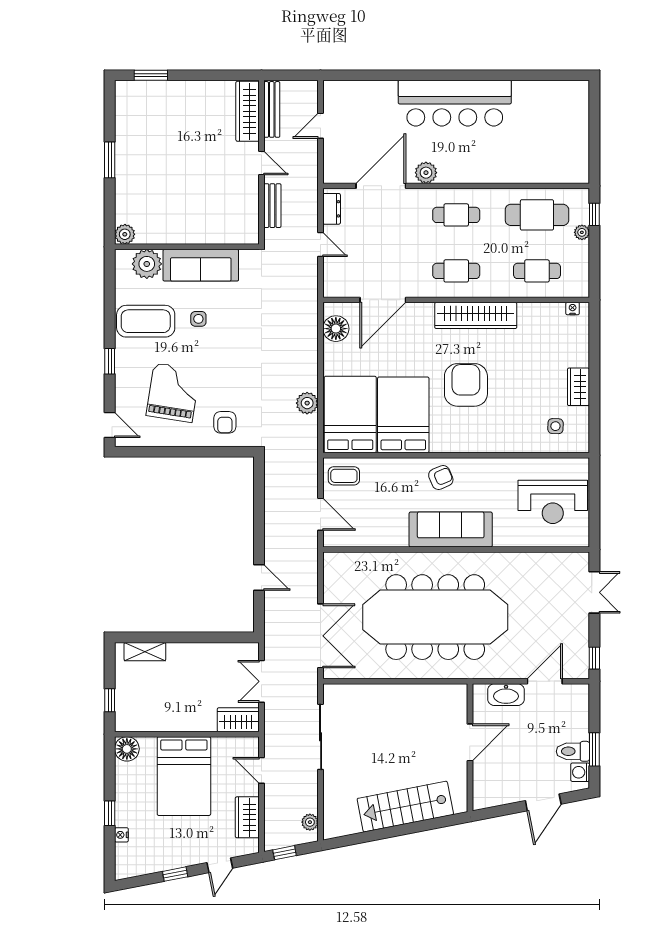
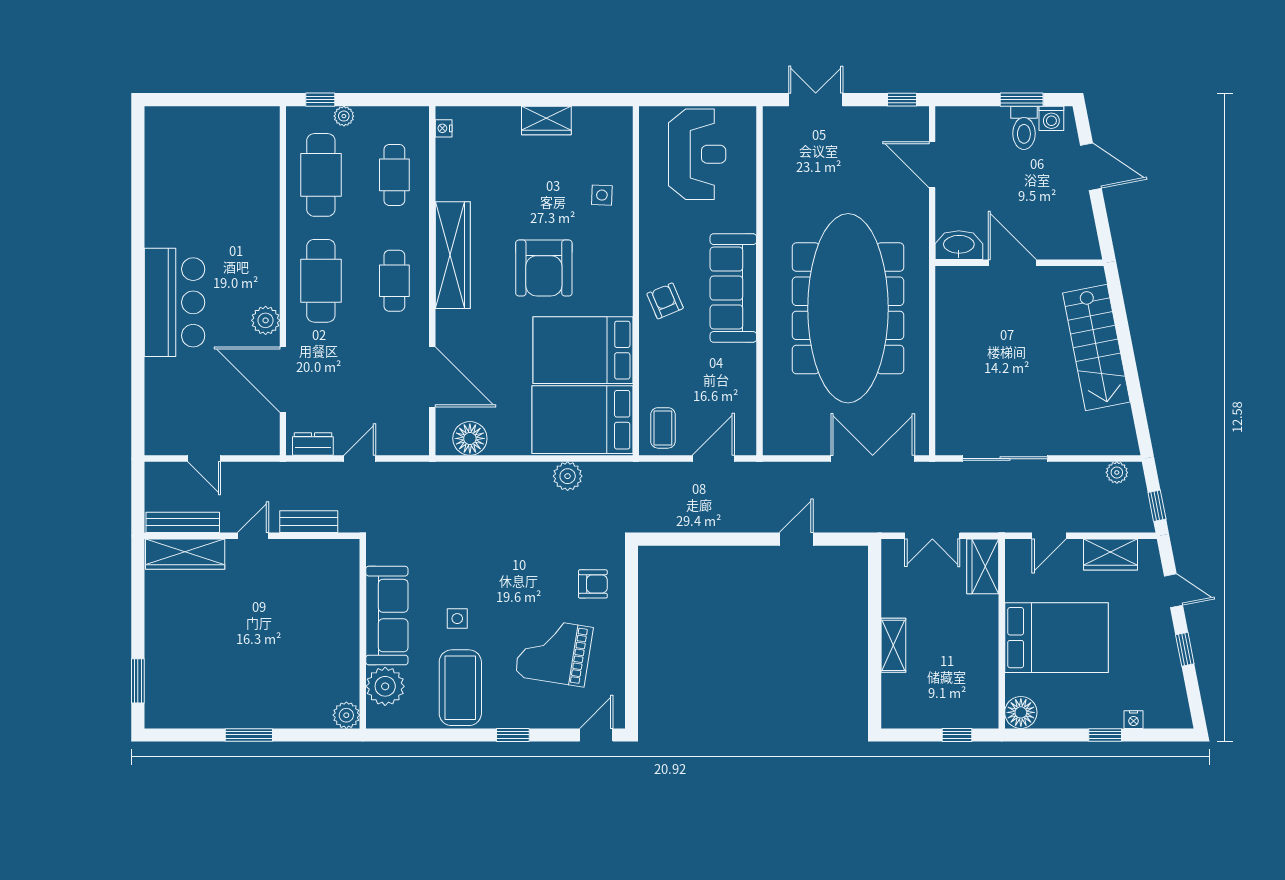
bar counter: (455, 103) -> (174, 302), width x0.73
cafe table: (456, 215) -> (321, 281), width x1.37, depth x1.35
armchair: (466, 385) -> (544, 268), turned -90
side table: (555, 426) -> (602, 195), moved
shelving: (145, 652) -> (893, 645), moved
washbasin: (506, 695) -> (959, 245), moved, turned -90

